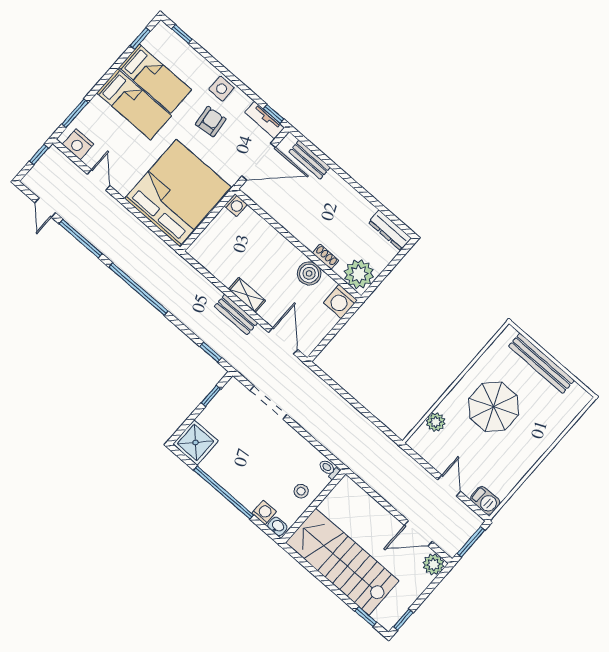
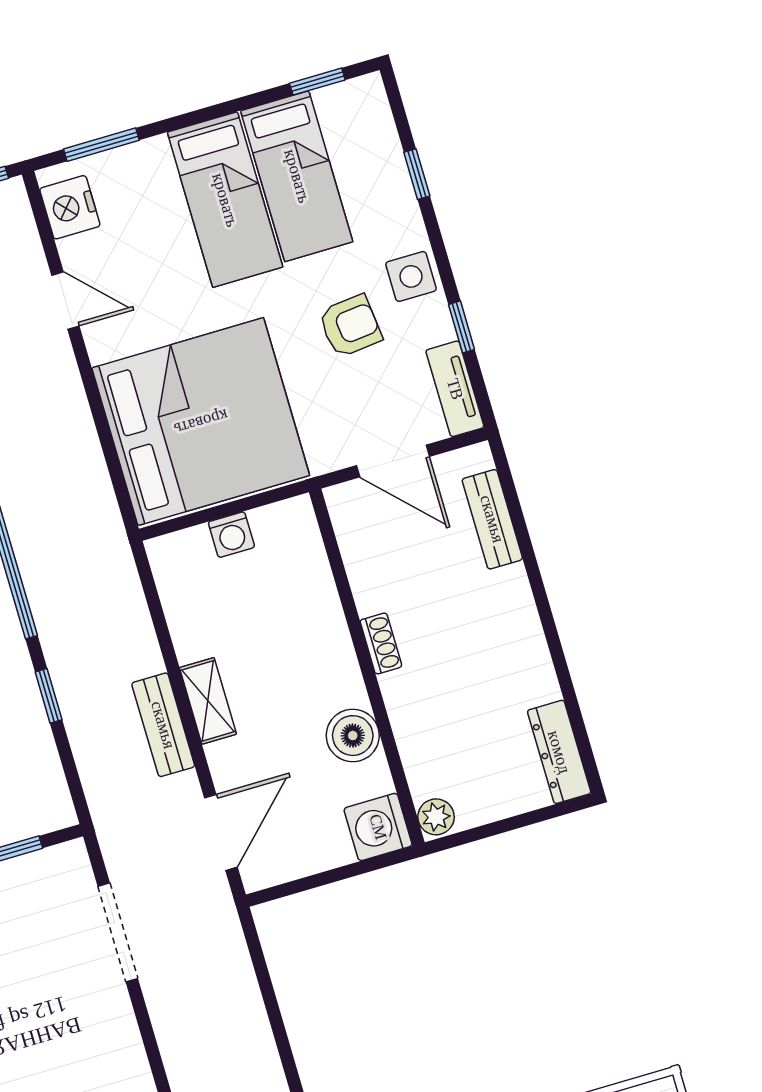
window: (182, 34) -> (417, 174), moved
window: (274, 114) -> (462, 327), moved
door: (259, 162) -> (393, 461), width x0.73
door: (99, 180) -> (65, 301), hinge flipped
washing machine: (236, 205) -> (231, 535), moved
shoe rack: (326, 257) -> (381, 643), moved
plant: (359, 274) -> (436, 817), width x0.53, depth x0.53
window: (211, 352) -> (49, 696), moved

